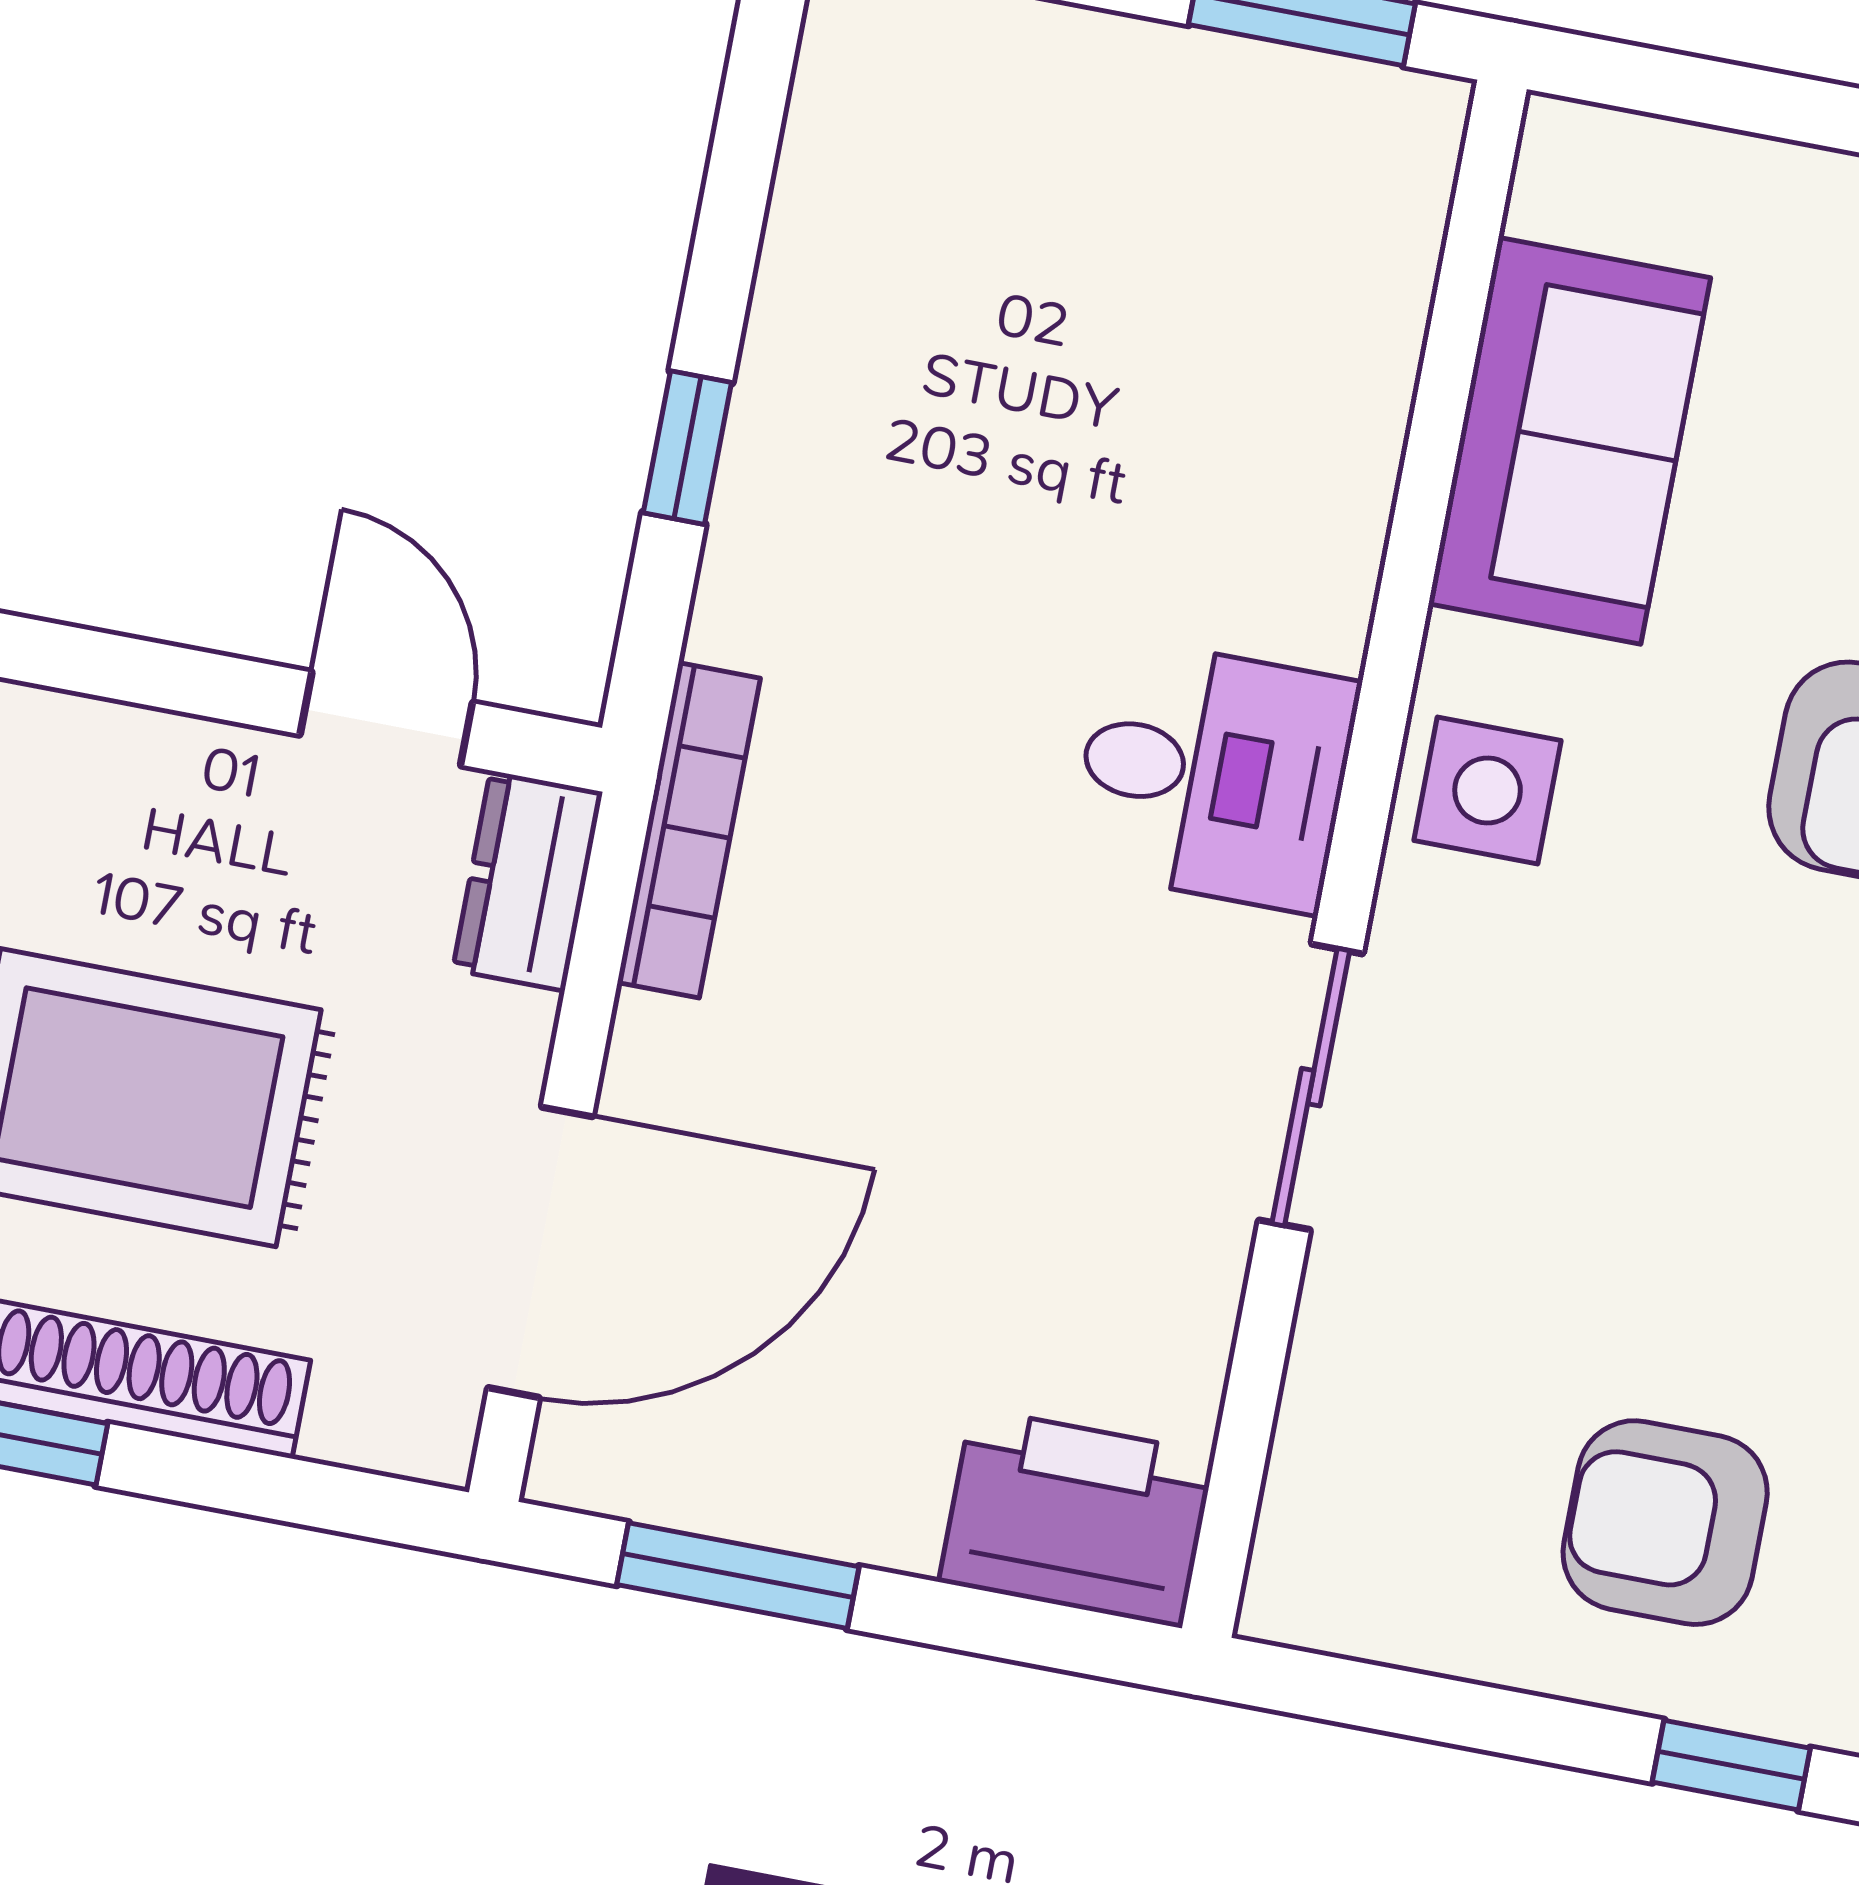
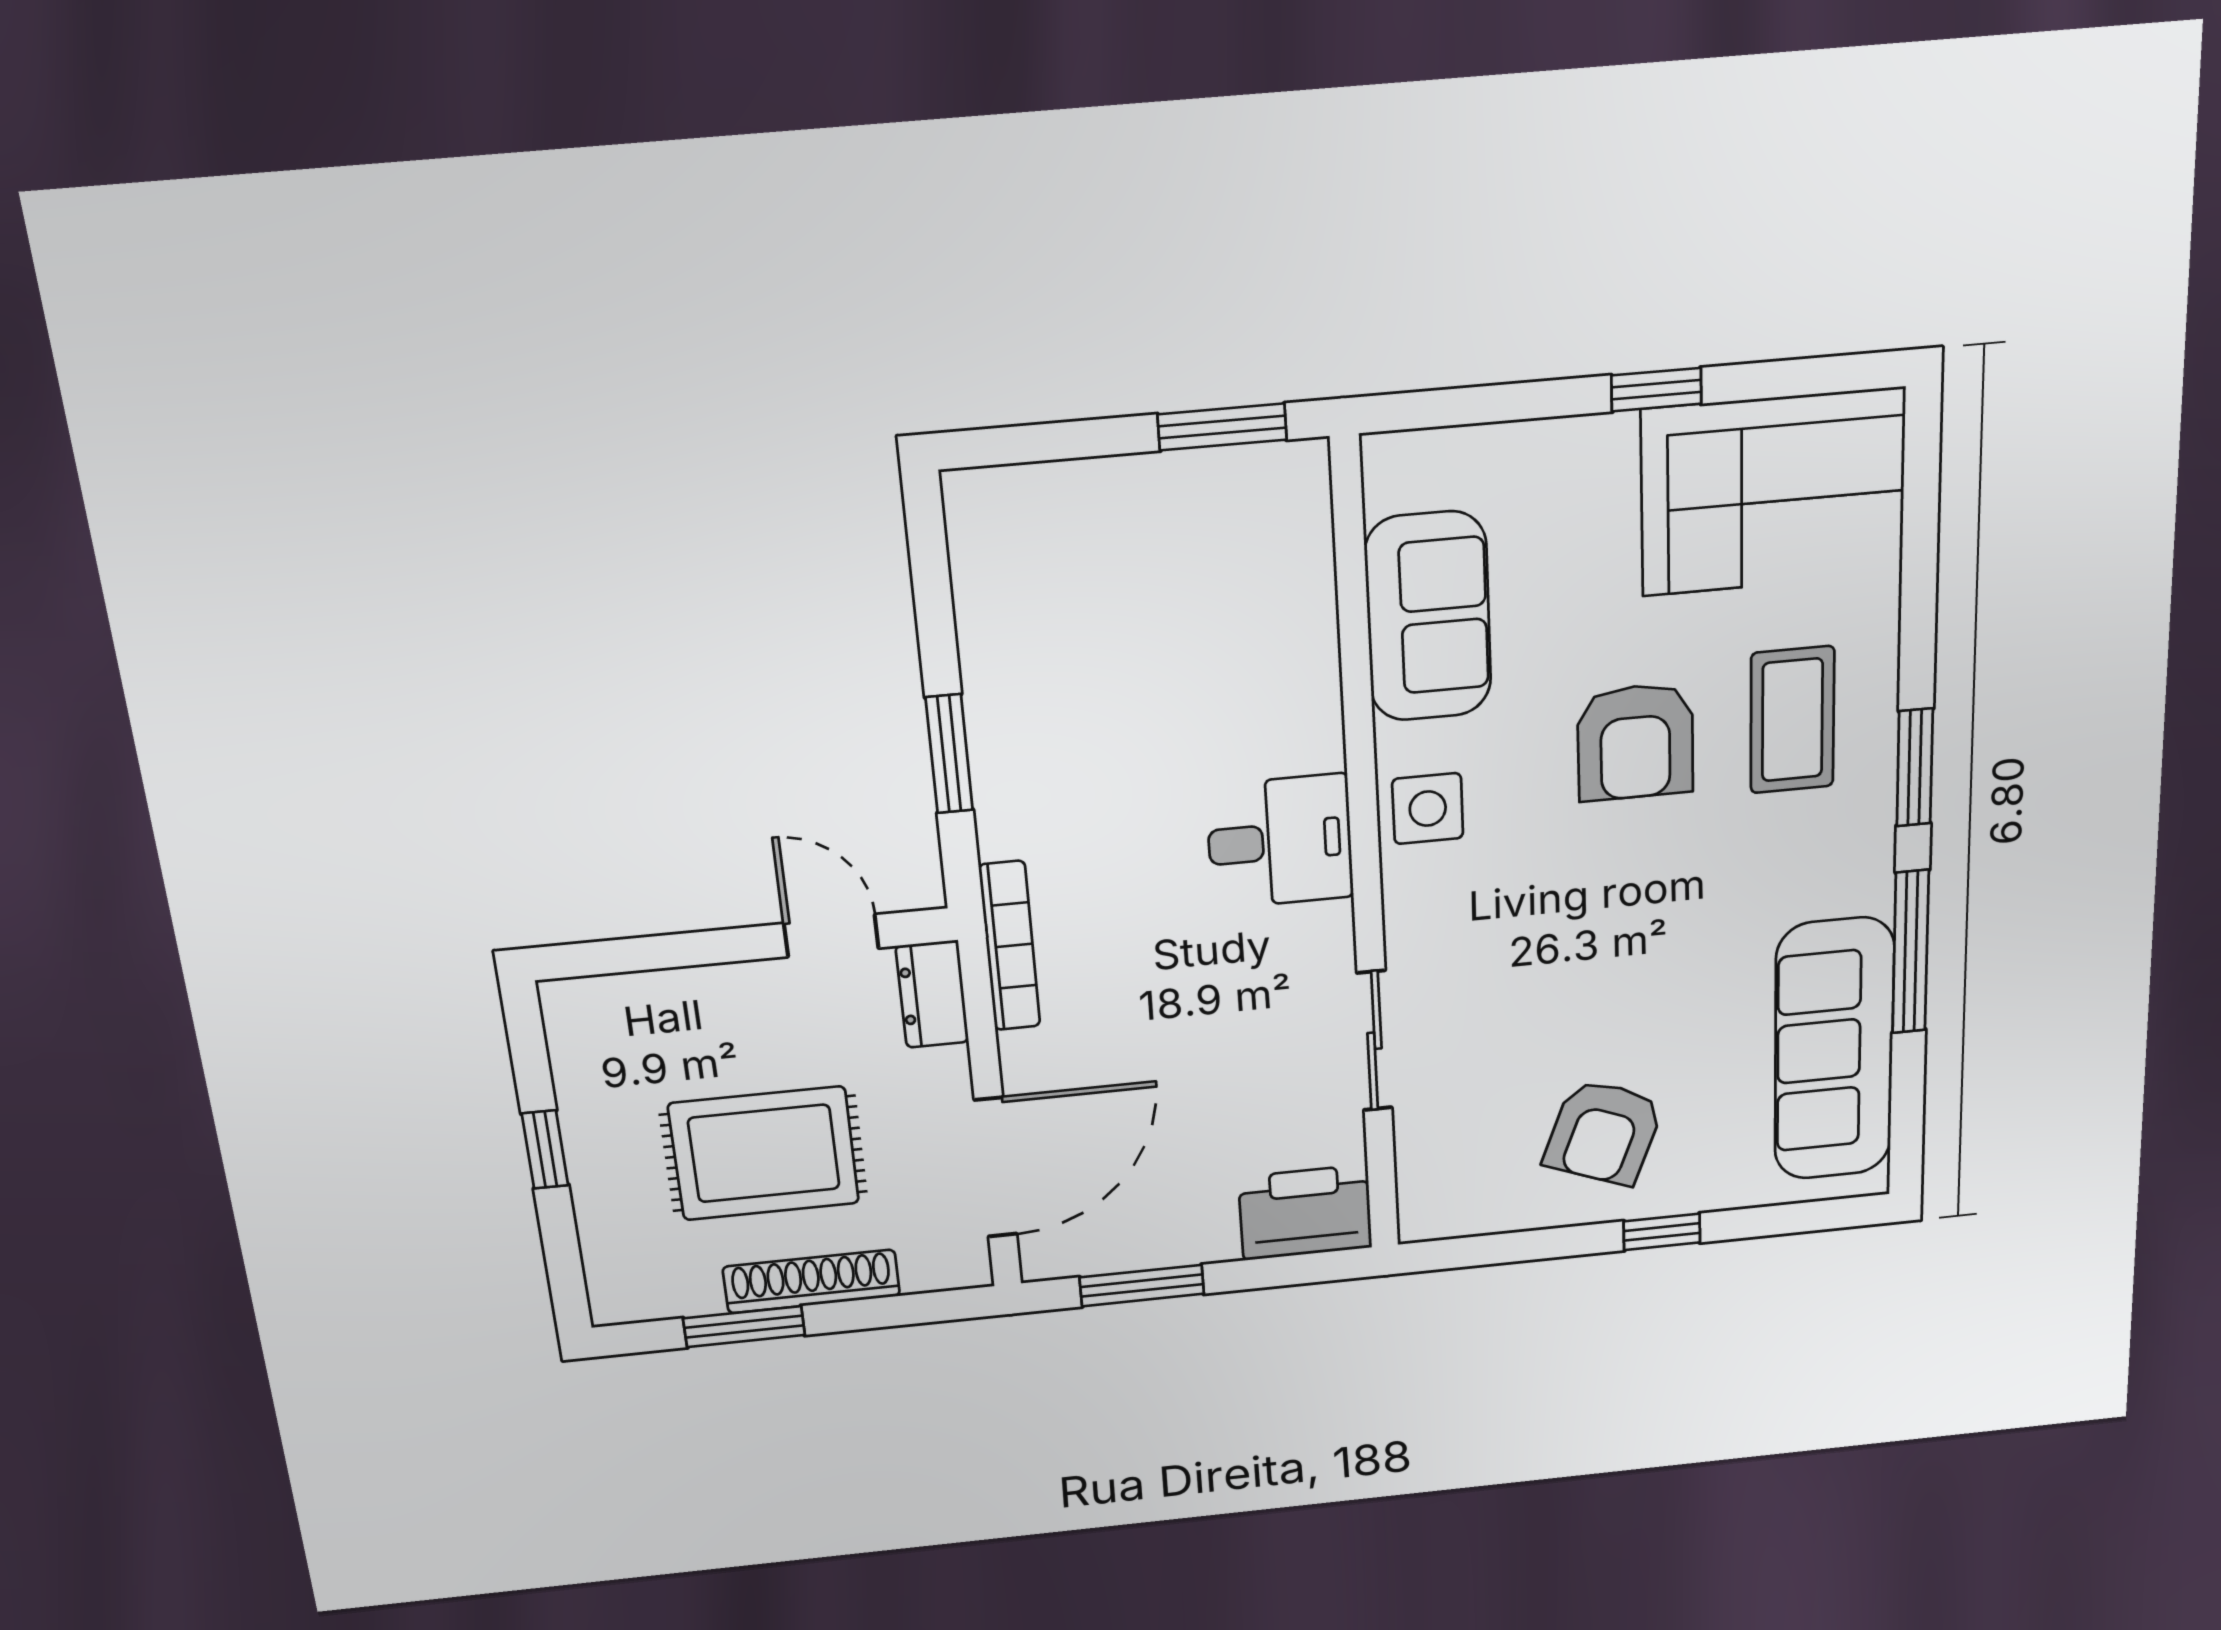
window: (687, 448) -> (949, 754), width x1.50
sliding door: (1311, 1087) -> (1375, 1041), moved
armchair: (1665, 1523) -> (1604, 1132), turned -69

